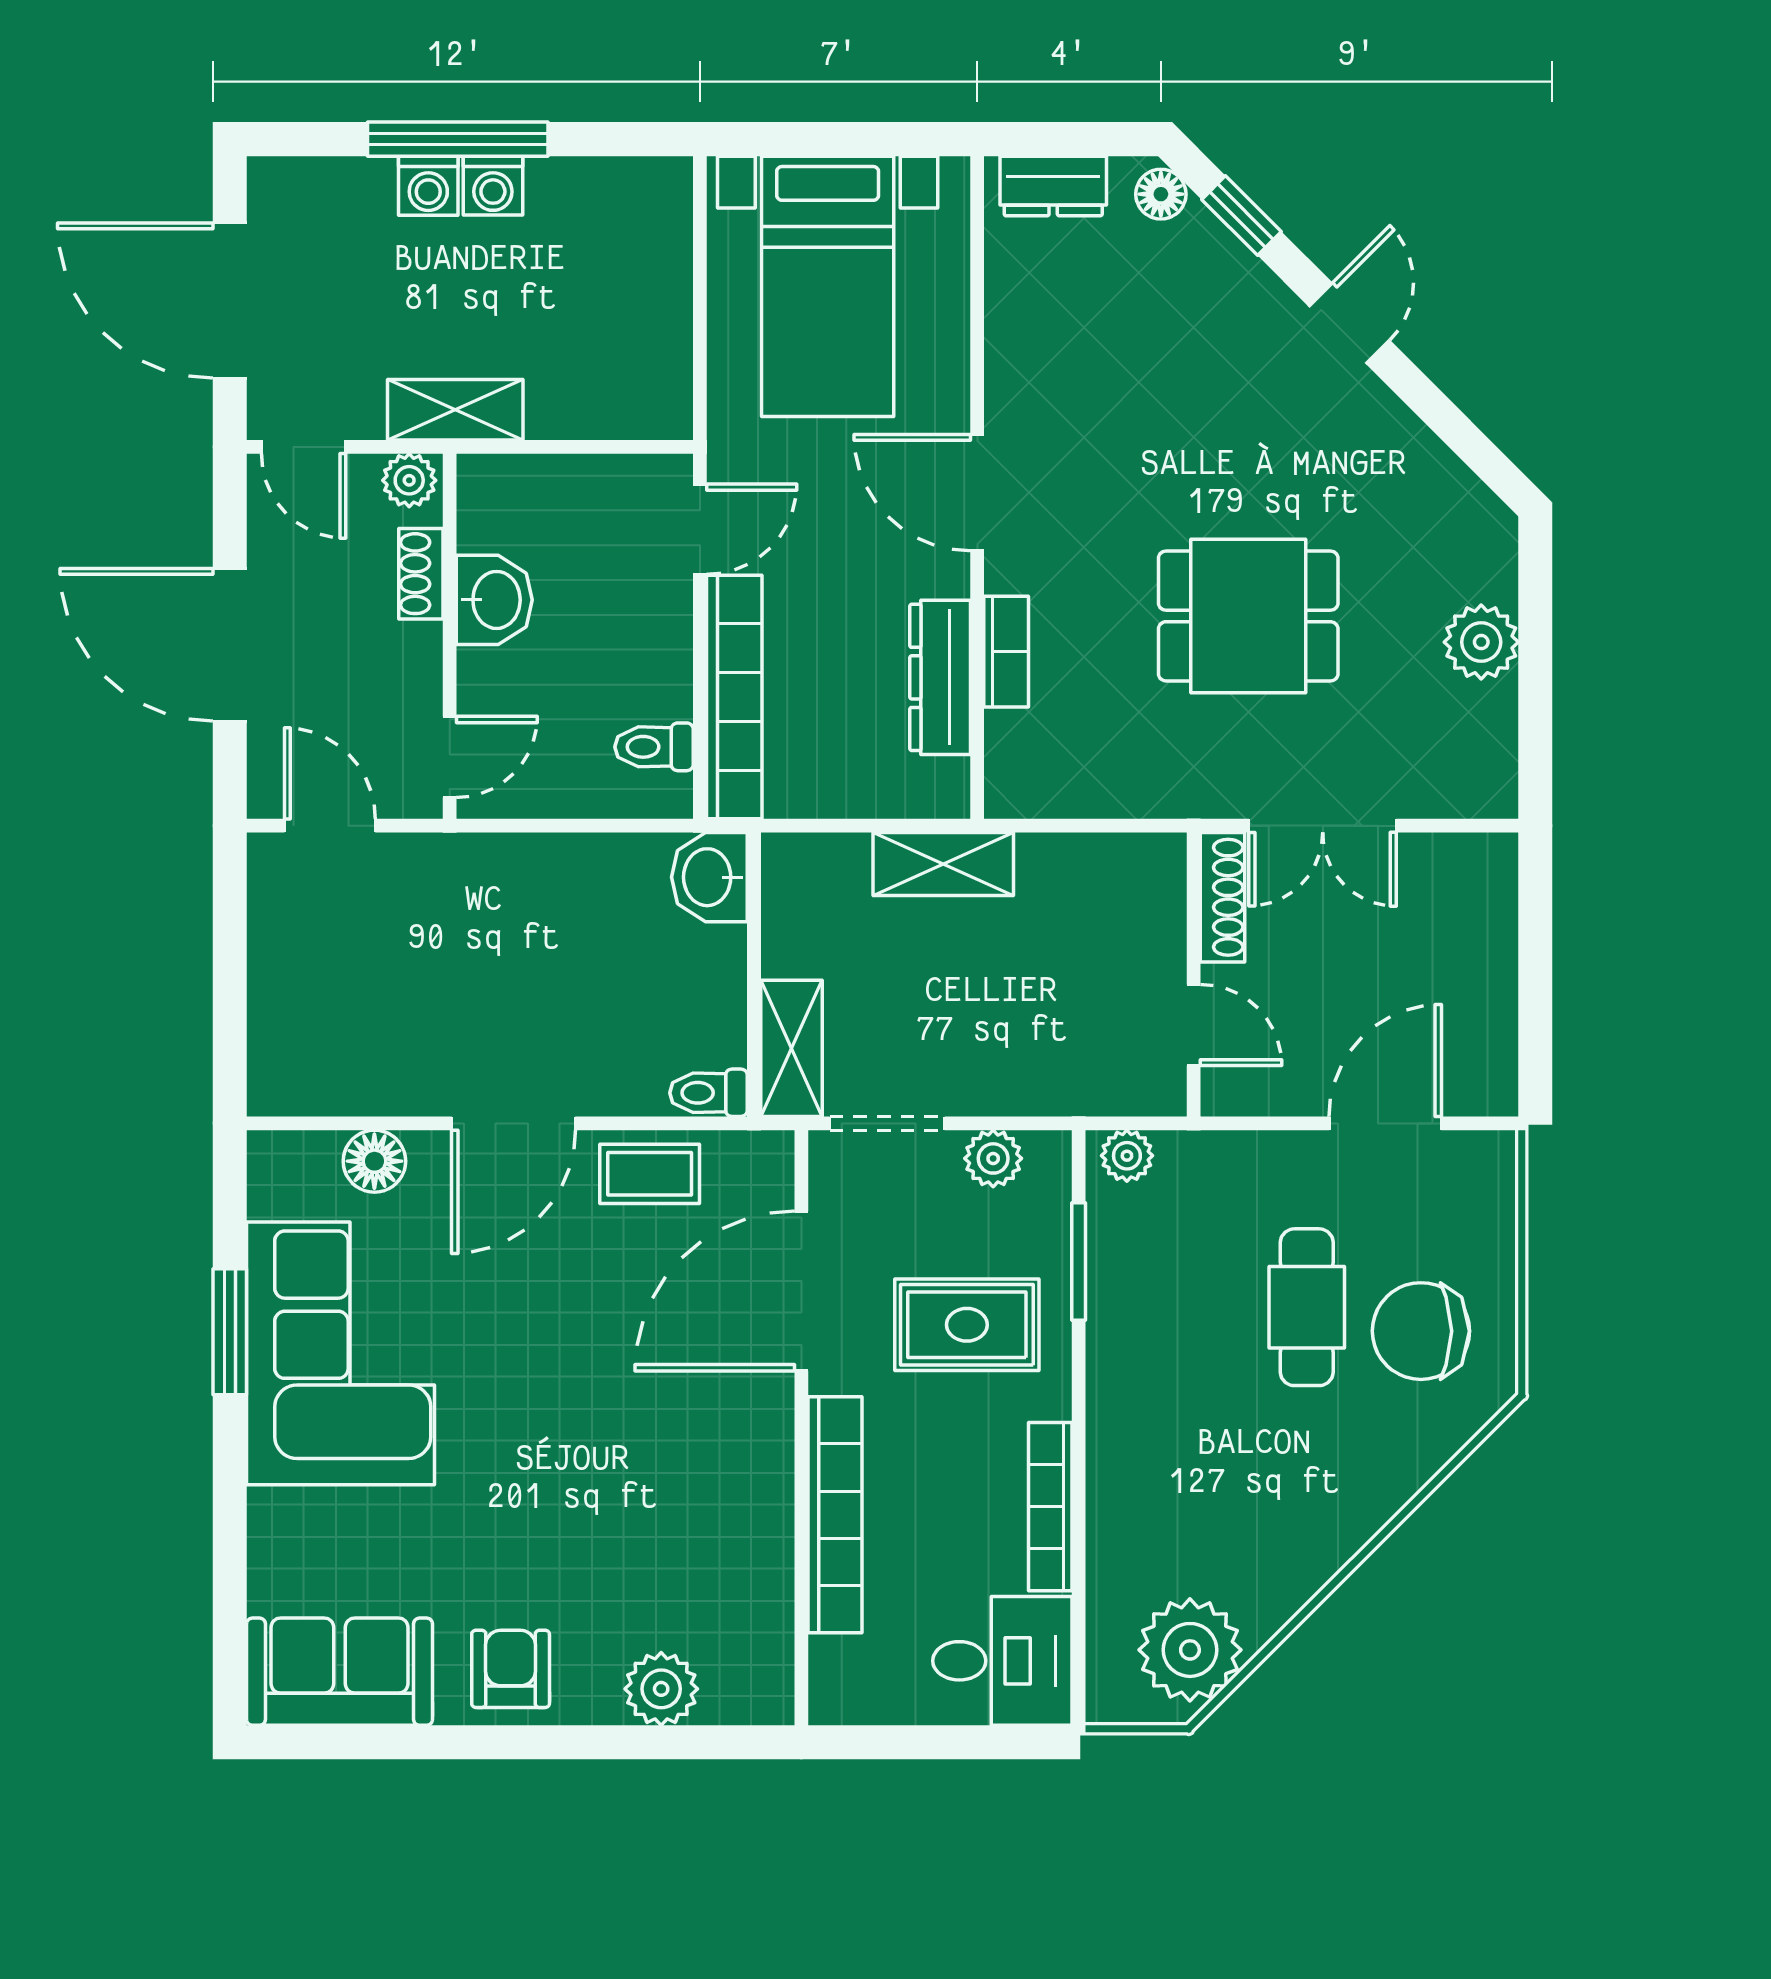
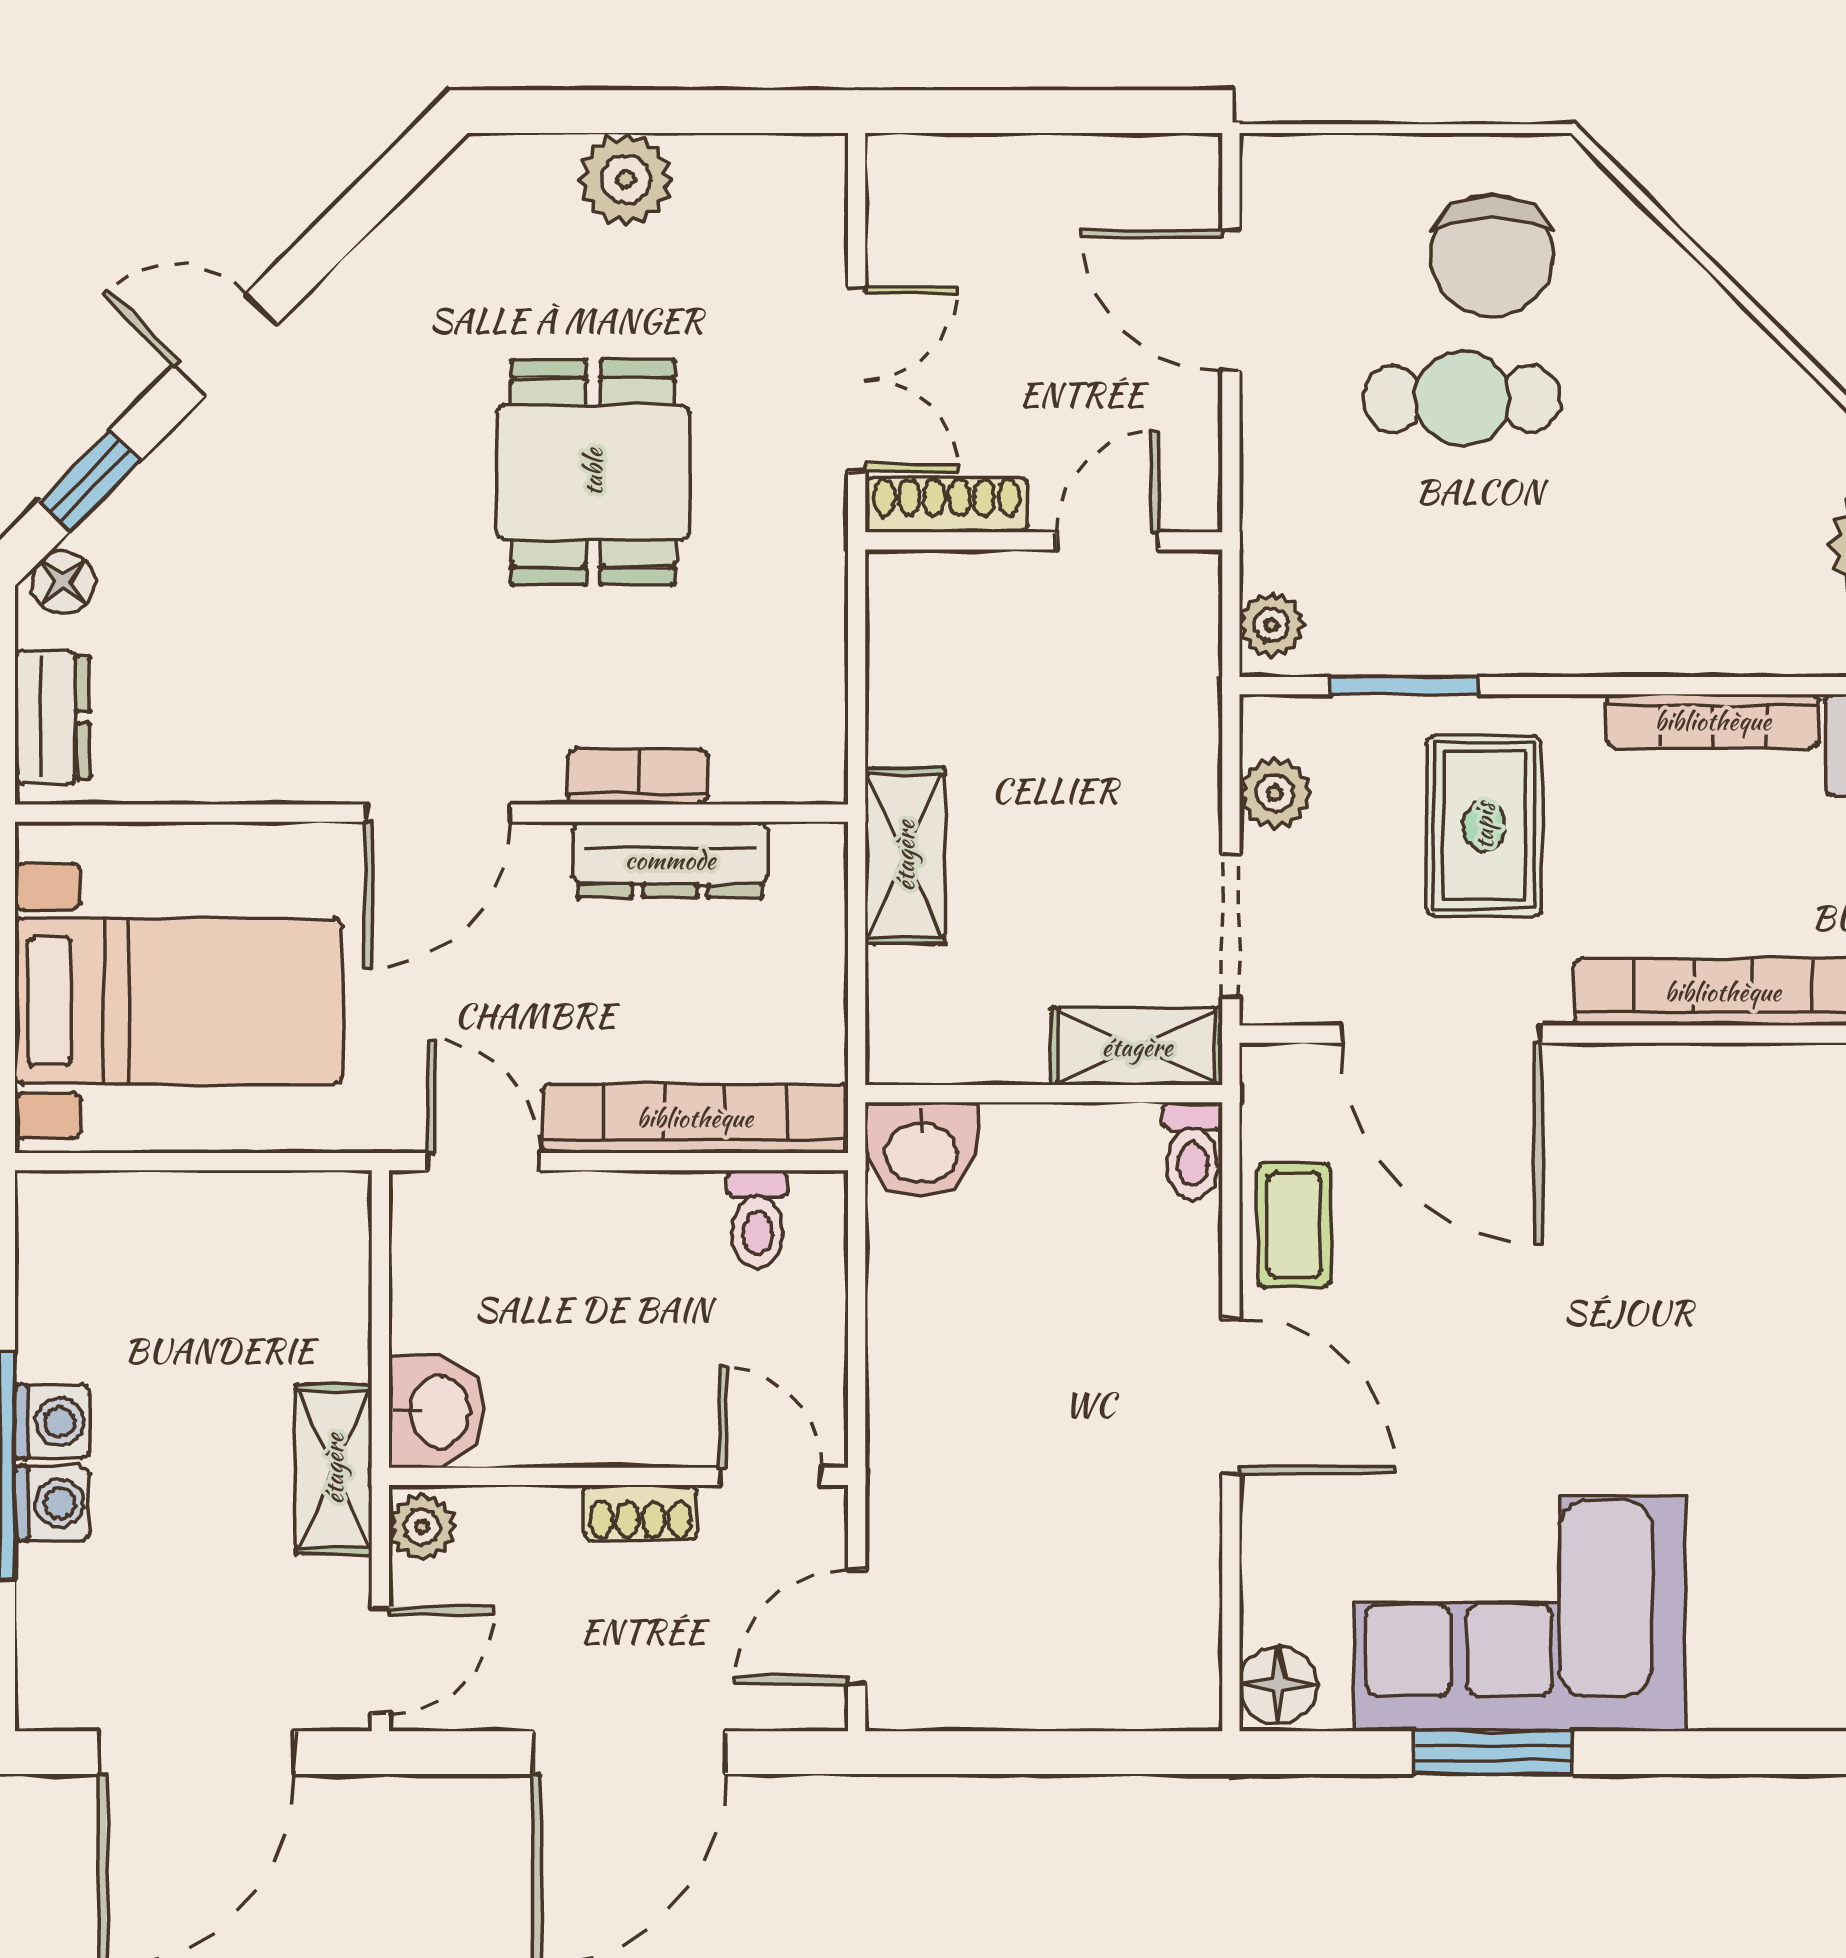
shoe rack: (421, 574) -> (641, 1513), moved
washbasin: (494, 600) -> (437, 1412), moved, turned 90
floor lamp: (374, 1161) -> (1278, 1685), moved

